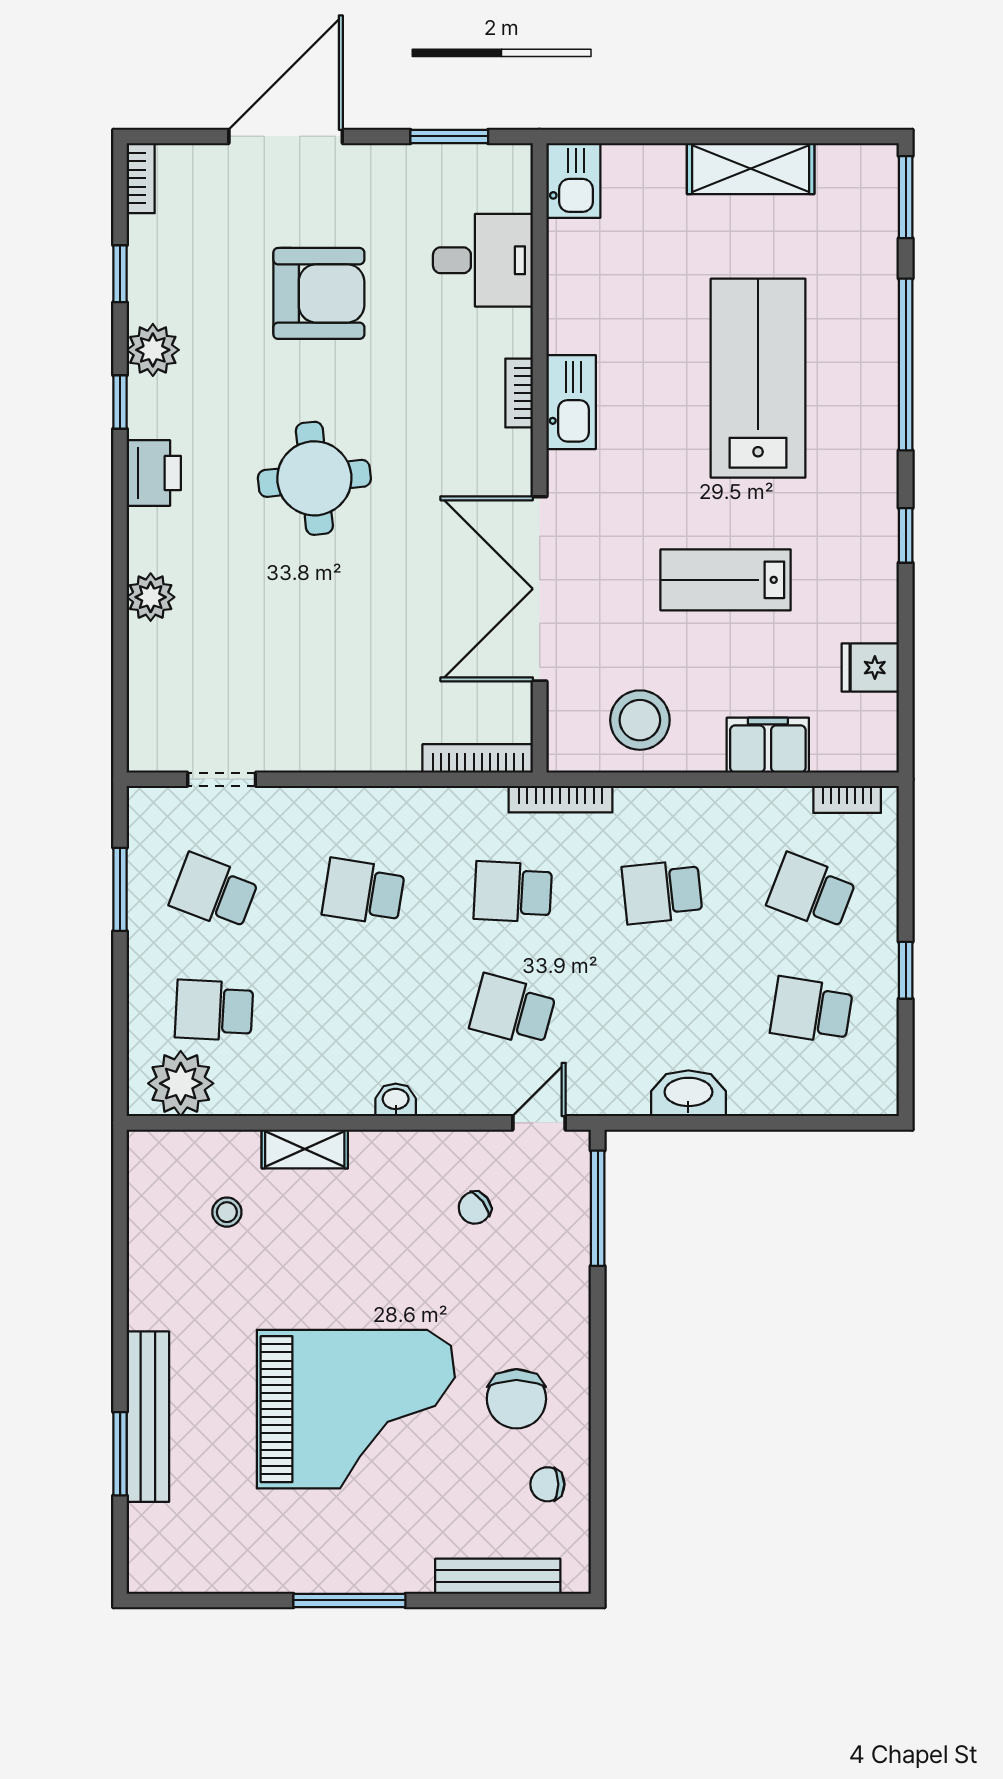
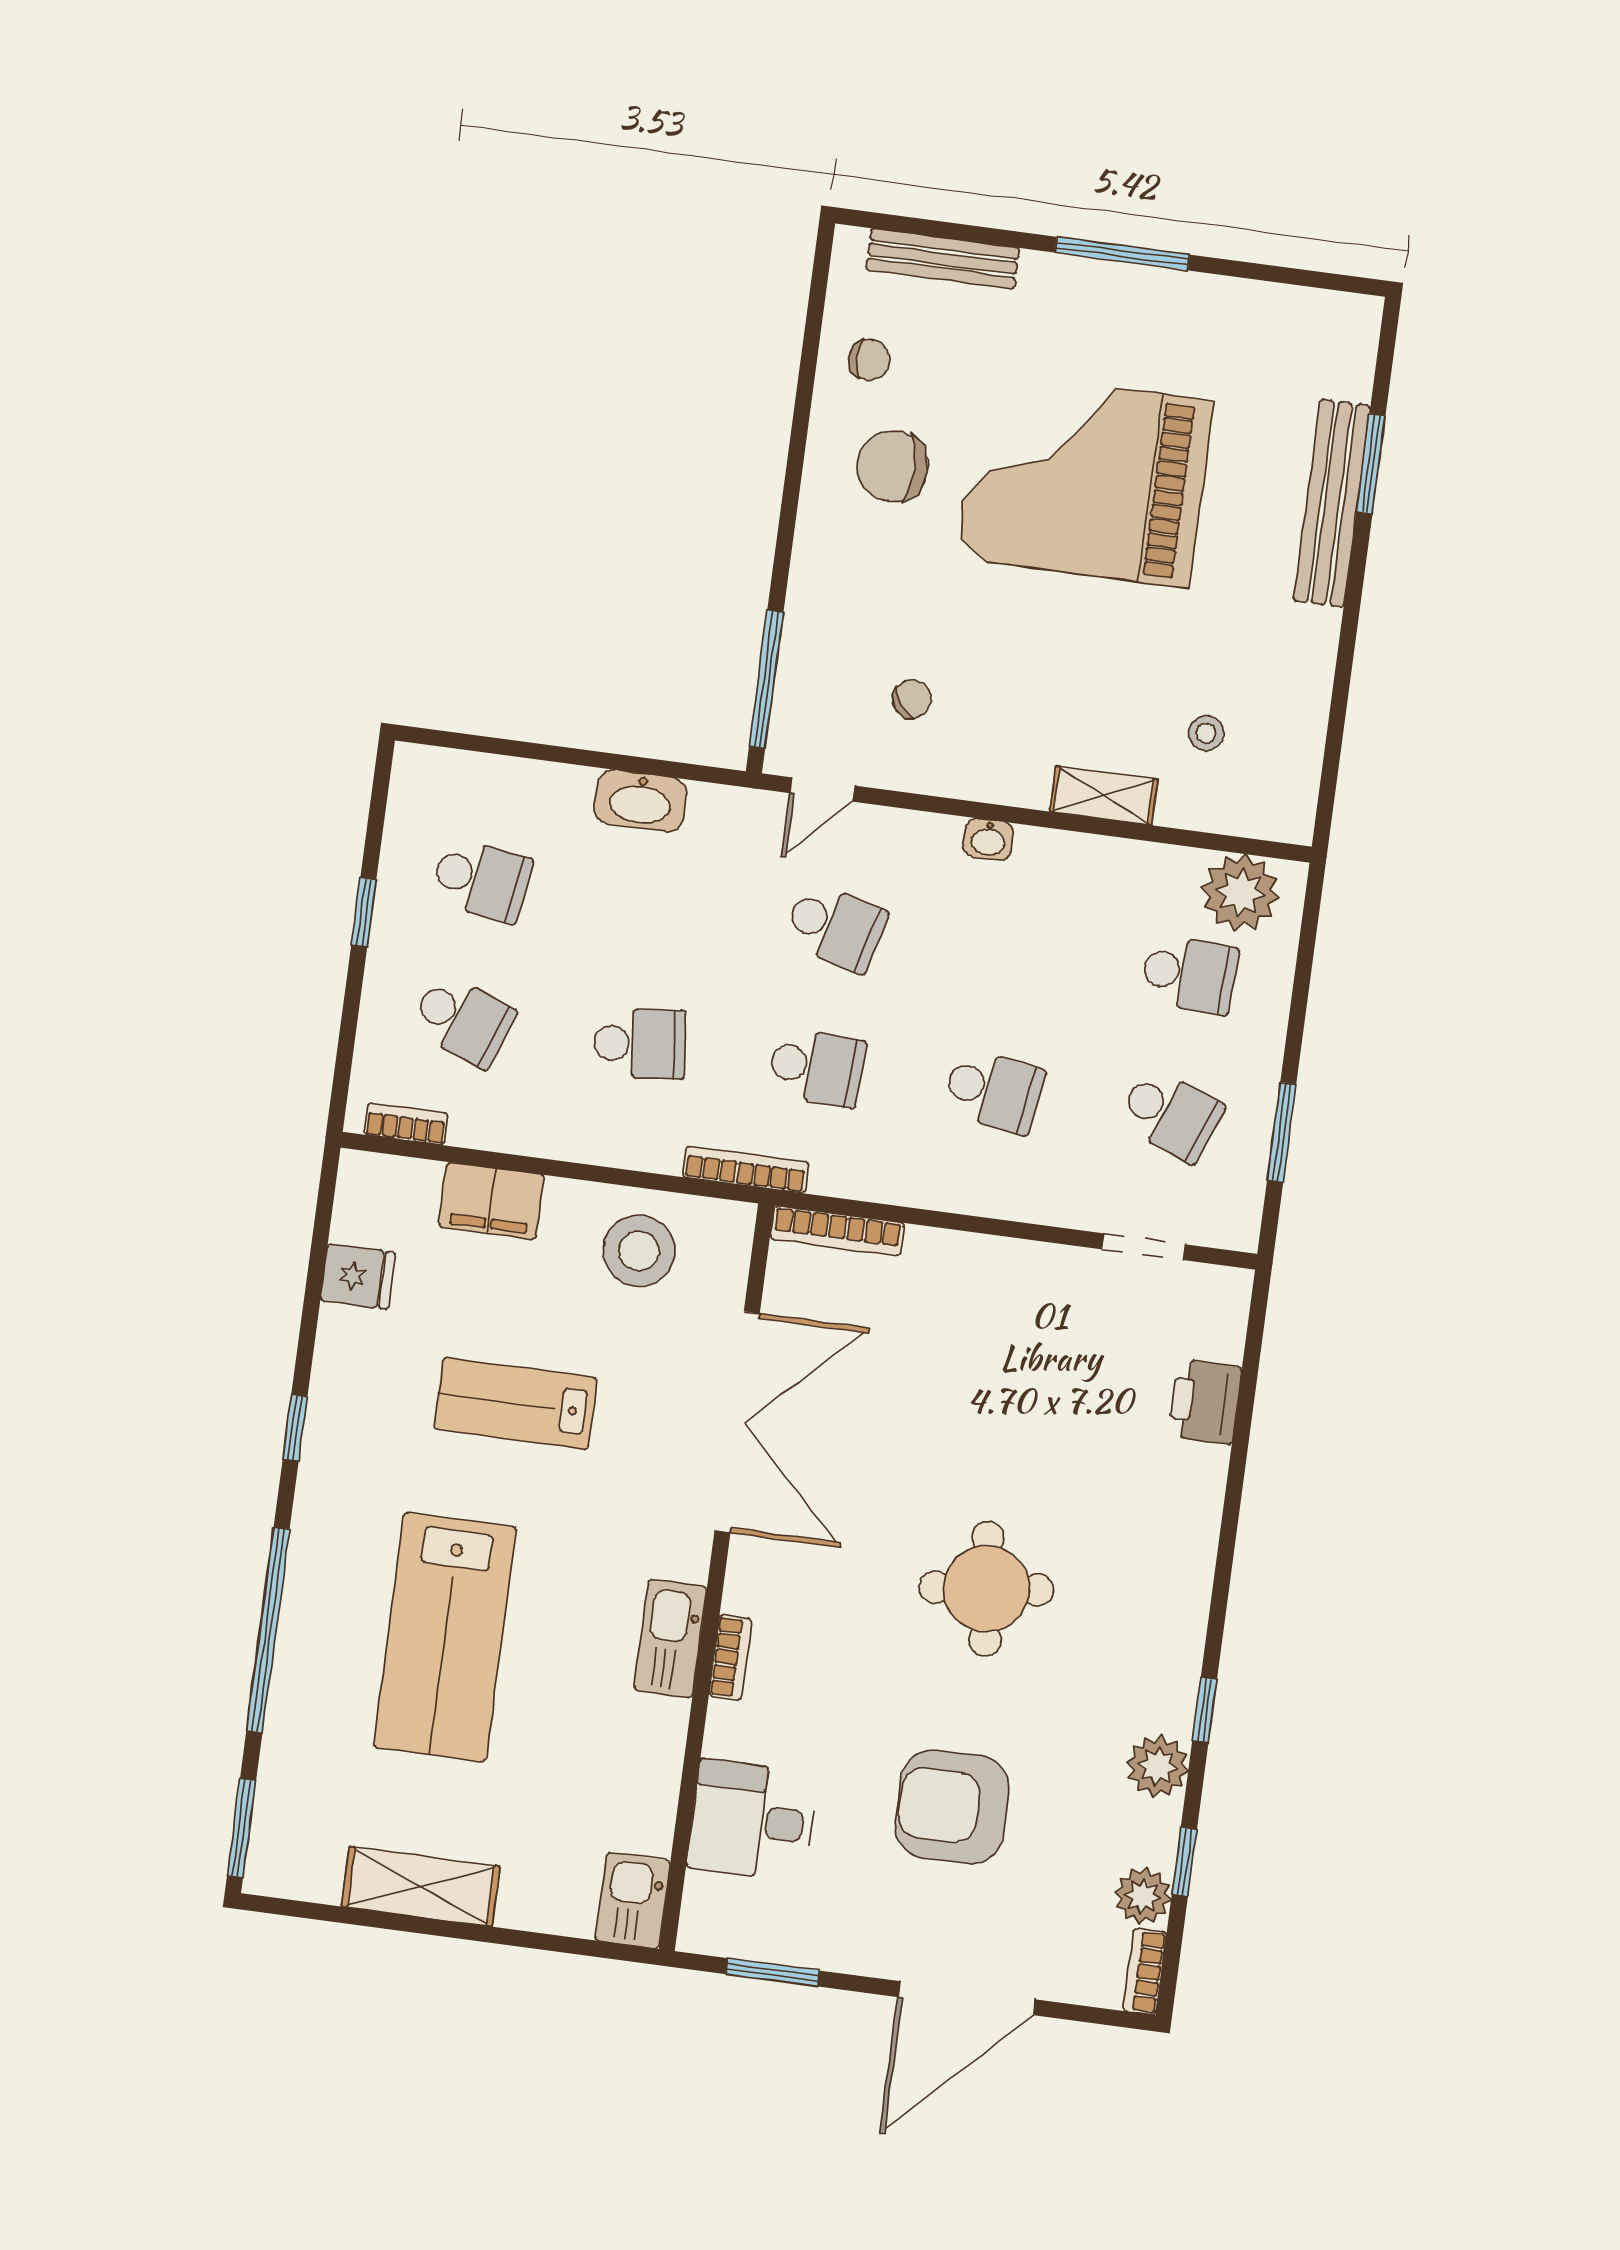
printer: (154, 473) -> (1205, 1402), moved
lab bench: (726, 580) -> (515, 1403), turned 180
plant: (151, 597) -> (1143, 1896), moved
chair: (516, 1399) -> (893, 466), turned -90

